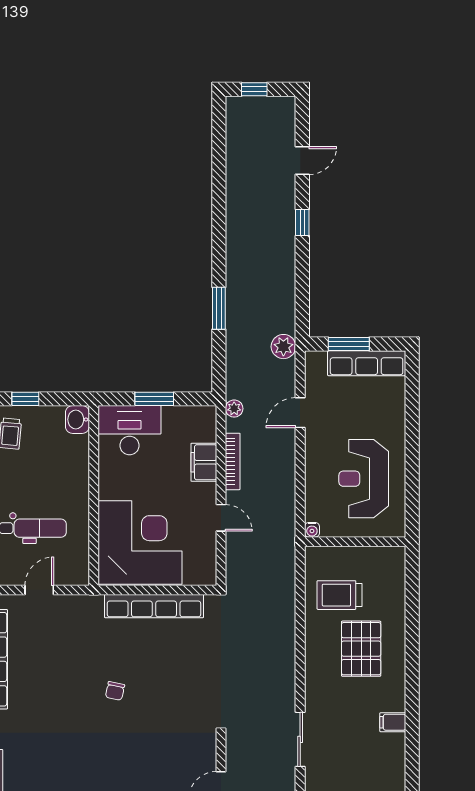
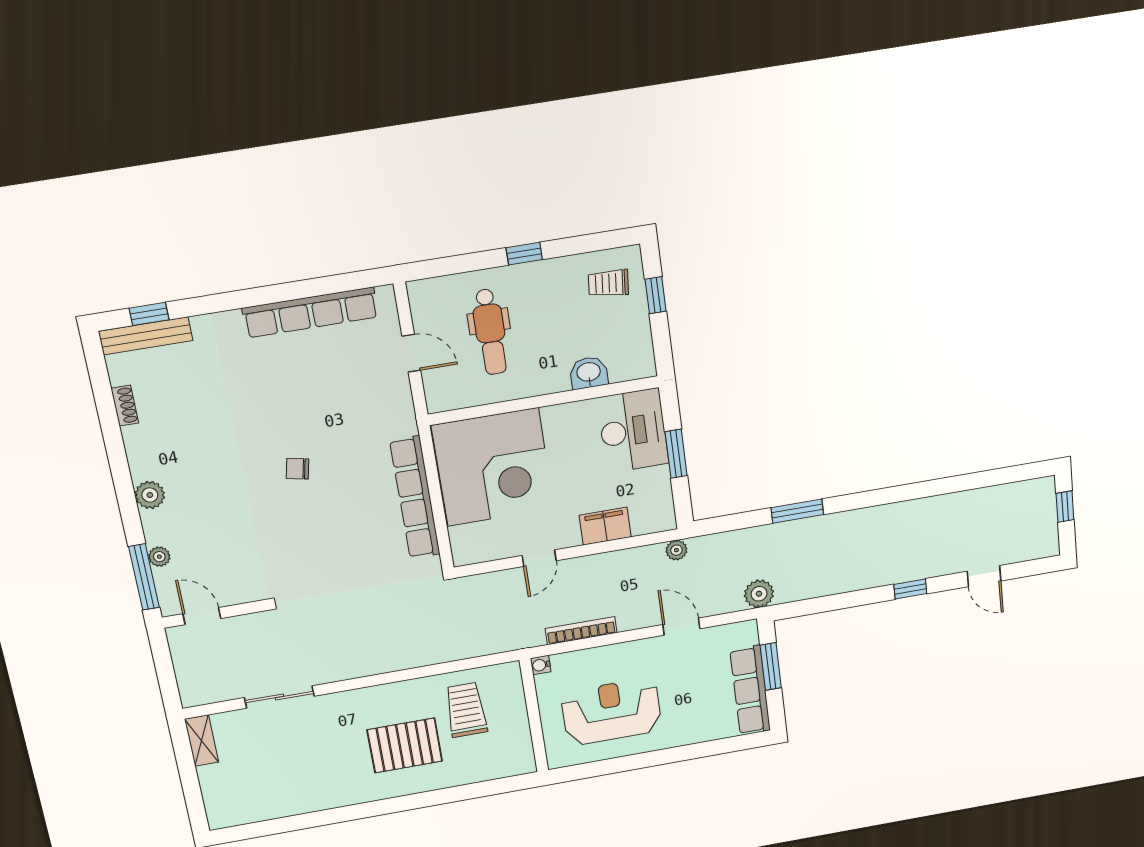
washbasin: (77, 419) -> (589, 373), moved
bookcase: (233, 461) -> (581, 631), moved, turned 180
filing cabinet: (393, 722) -> (322, 796), removed

